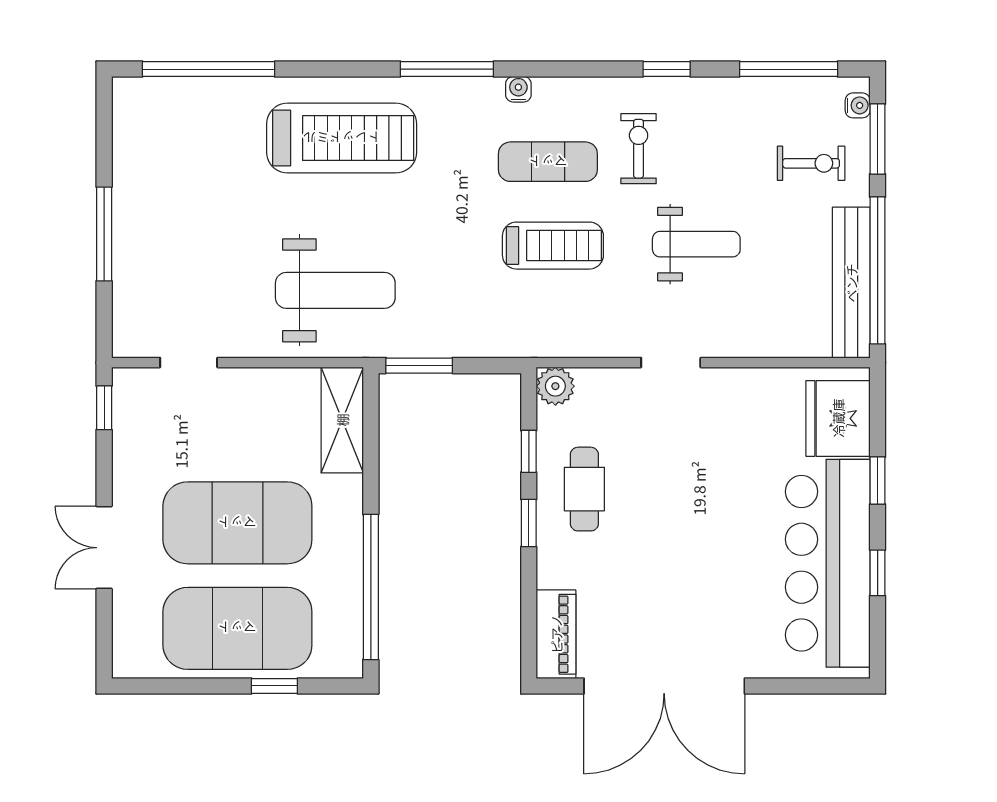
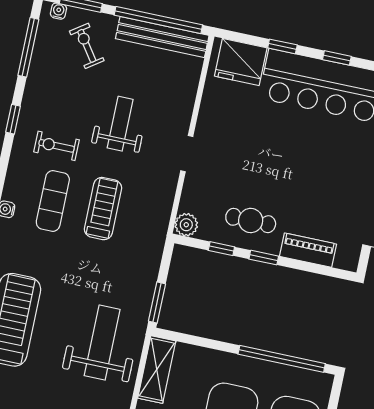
exercise bike: (811, 163) -> (87, 46), turned -35
shelving: (342, 420) -> (157, 370), moved, turned 90
piano: (556, 634) -> (308, 250), moved

